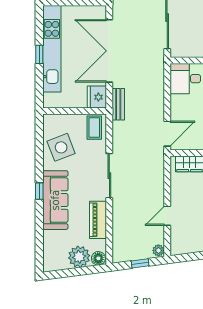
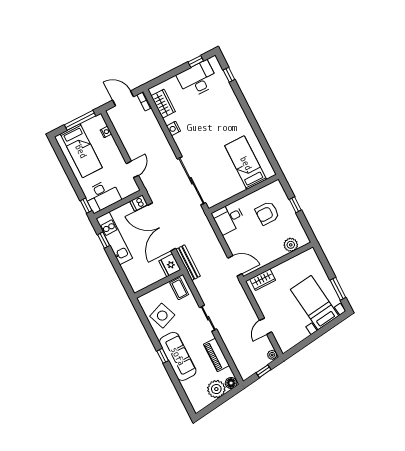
dishwasher: (98, 12) -> (139, 203), added
kitchen unit: (52, 49) -> (114, 238), width x0.73
window: (39, 54) -> (104, 240), moved
bench: (118, 104) -> (188, 263), width x1.36
door: (167, 134) -> (235, 266), hinge flipped
sliding door: (109, 176) -> (208, 318), width x0.73

